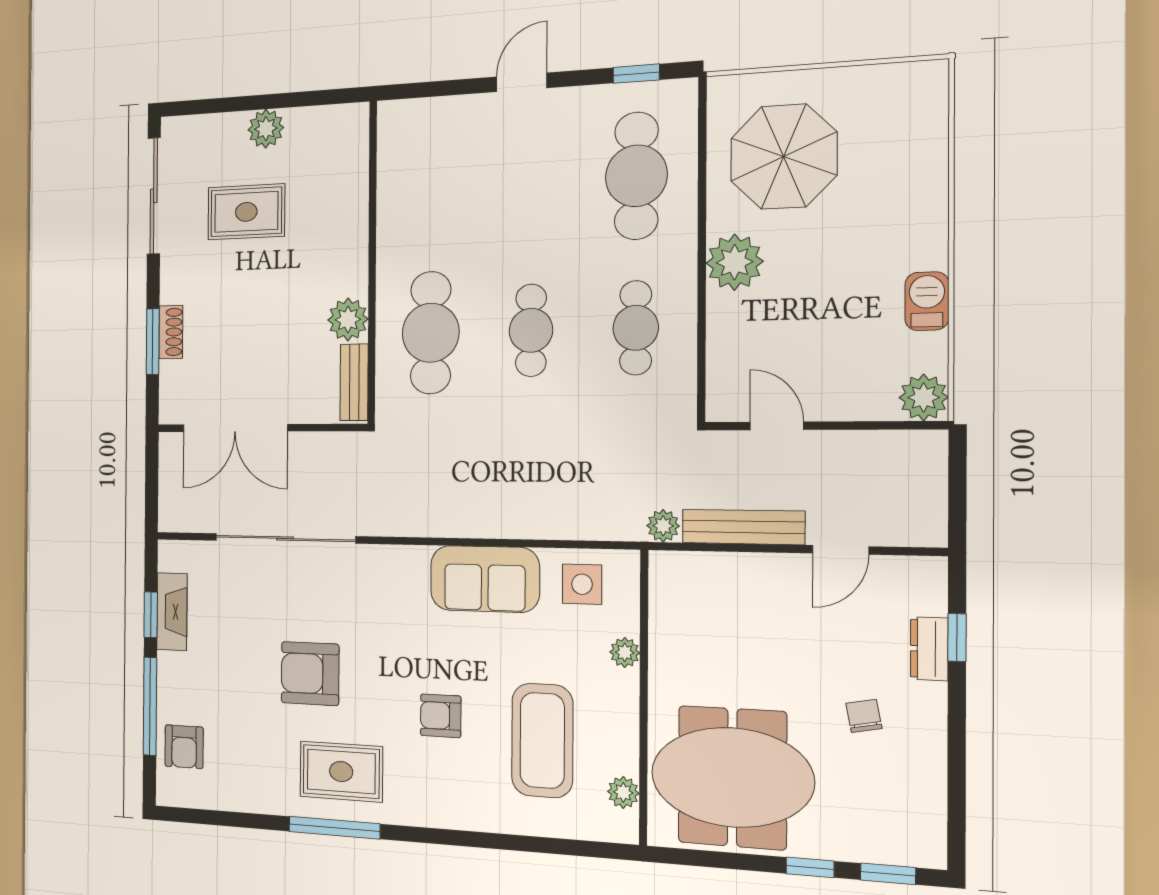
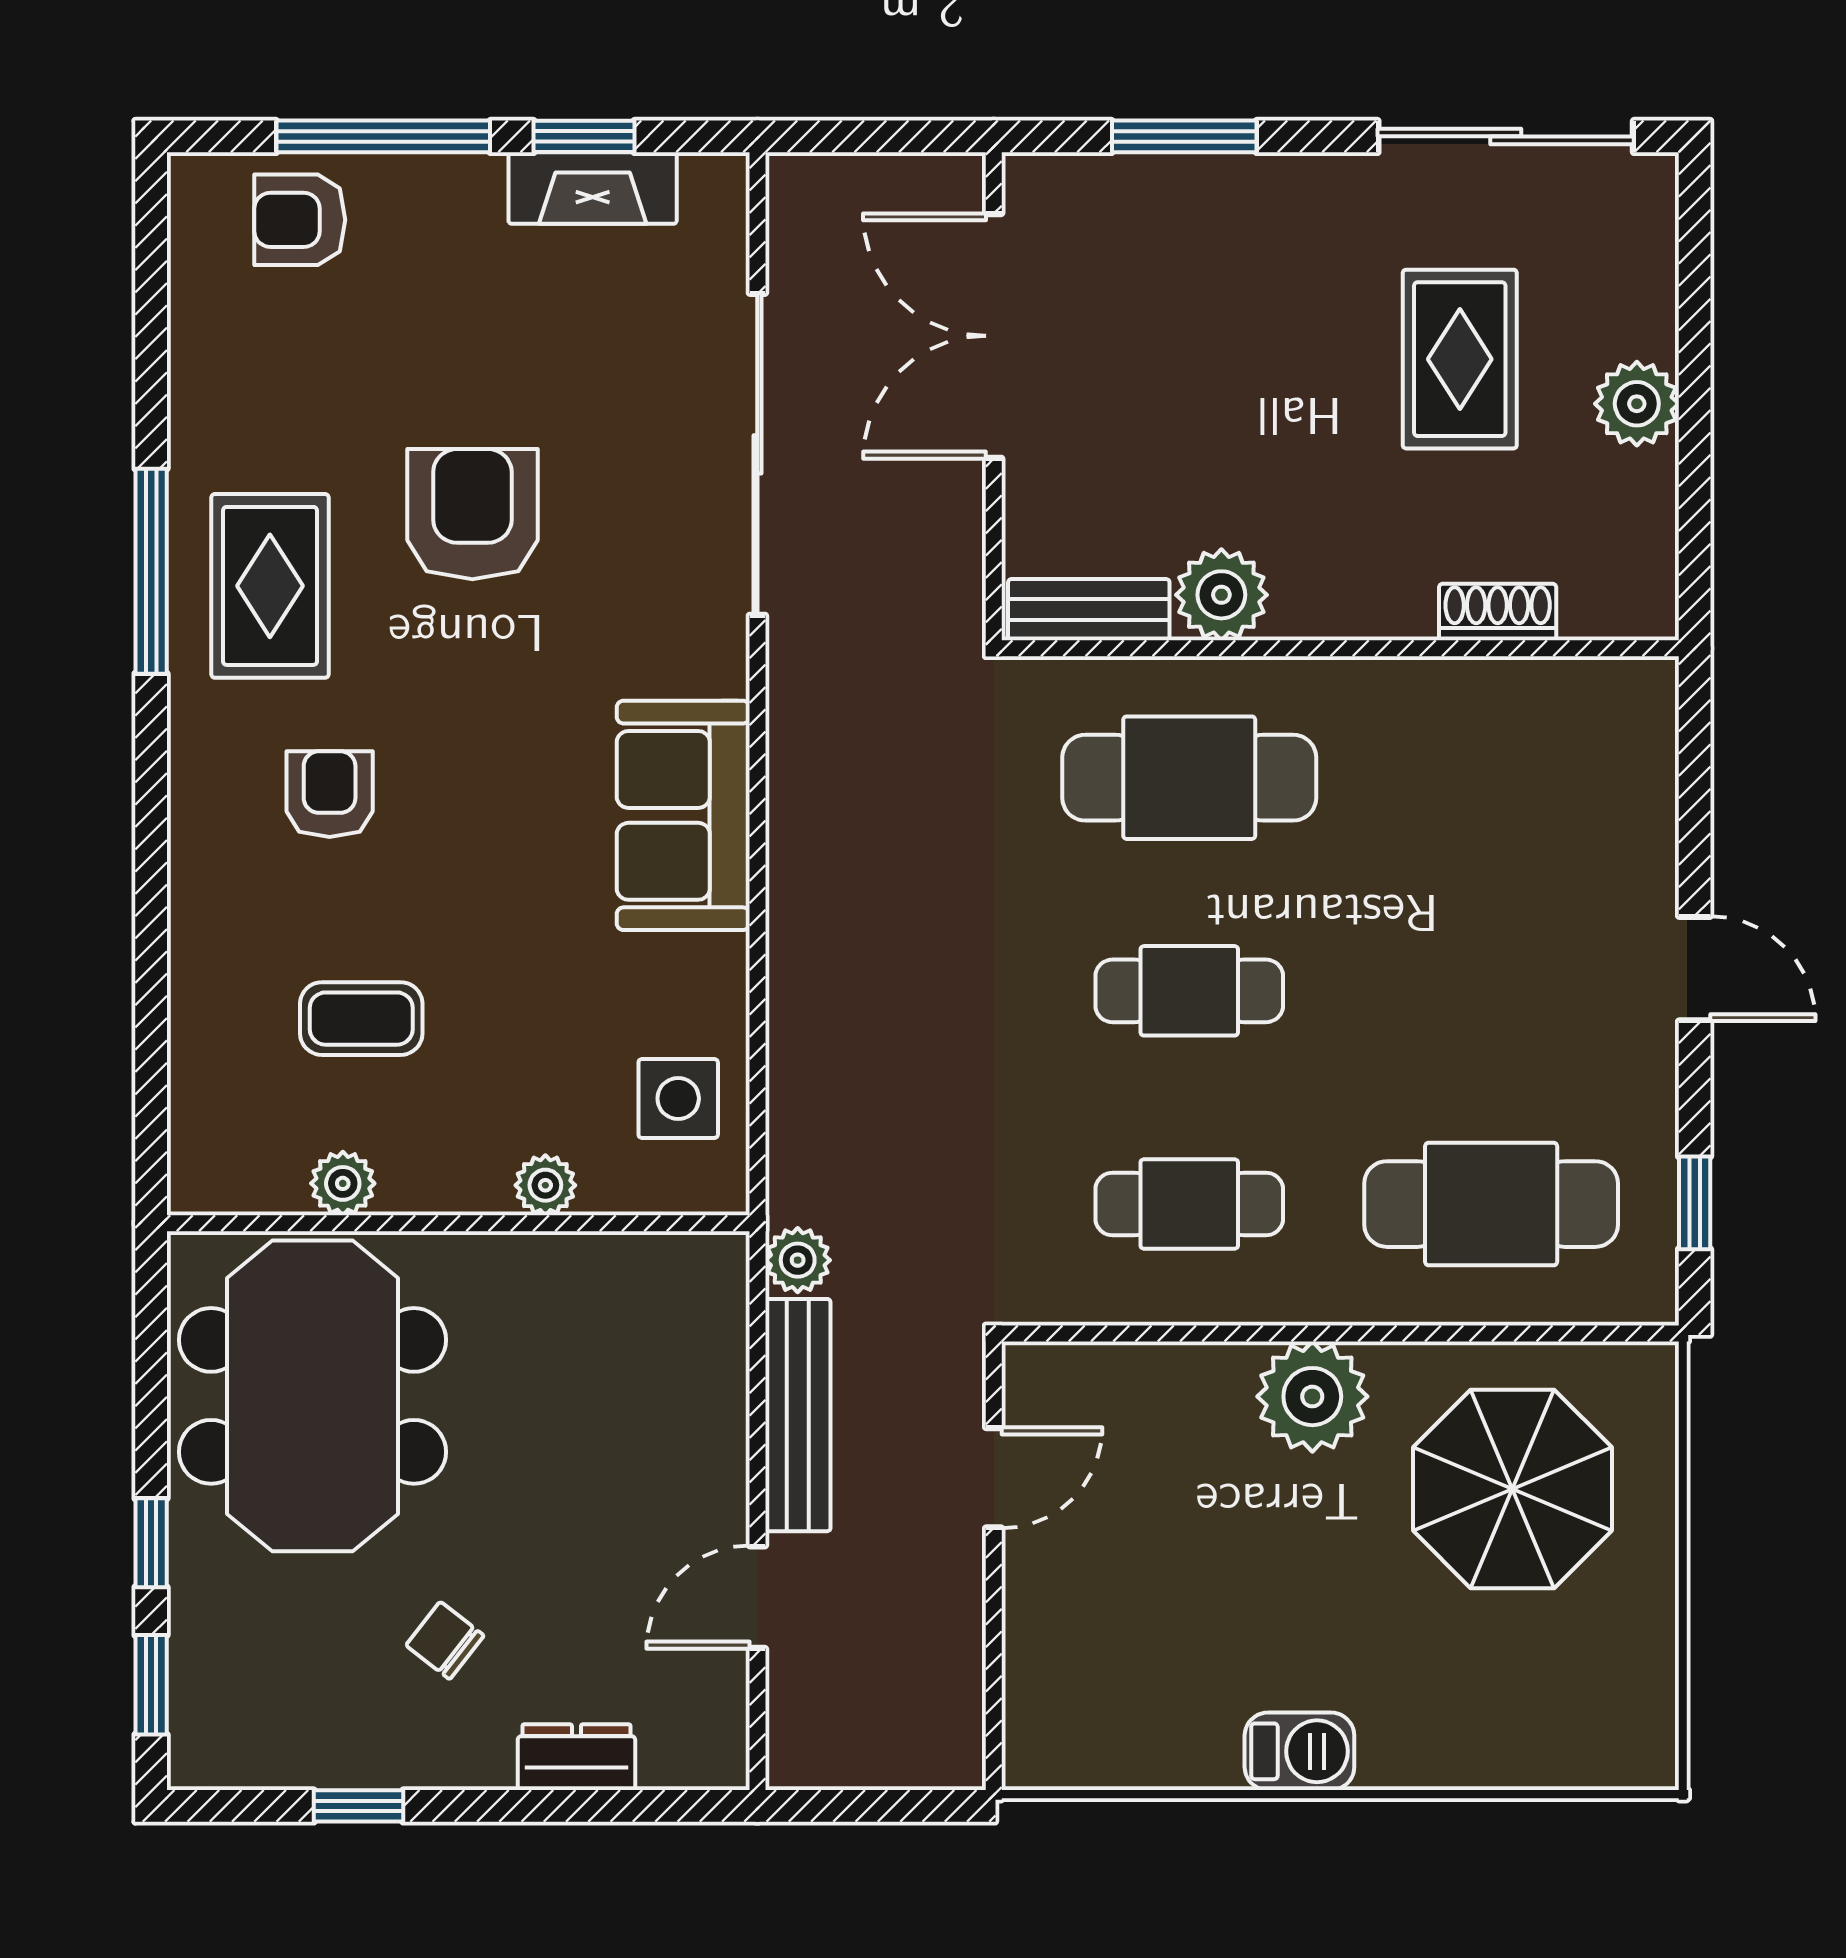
barbecue: (927, 301) -> (1299, 1751), moved
shoe rack: (171, 332) -> (1498, 612), moved, turned 180
plant: (924, 397) -> (1046, 1746), removed
door: (841, 550) -> (757, 1597), hinge flipped
sofa: (485, 579) -> (683, 815), moved
window: (957, 638) -> (358, 1806), moved
armchair: (441, 716) -> (330, 794), moved
chair: (864, 716) -> (445, 1640), turned -131
coffee table: (542, 740) -> (361, 1019), width x0.54, depth x0.58
plant: (623, 792) -> (343, 1183), moved

